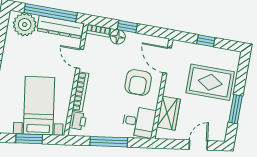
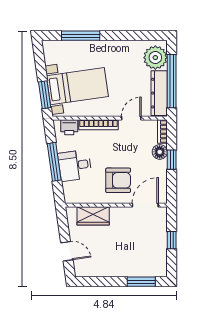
armchair: (138, 82) -> (118, 180), turned 180
rug: (210, 82) -> (131, 252), removed
window: (235, 109) -> (141, 282), moved
desk: (139, 122) -> (75, 165), moved, turned 82
window: (29, 139) -> (45, 95), moved

